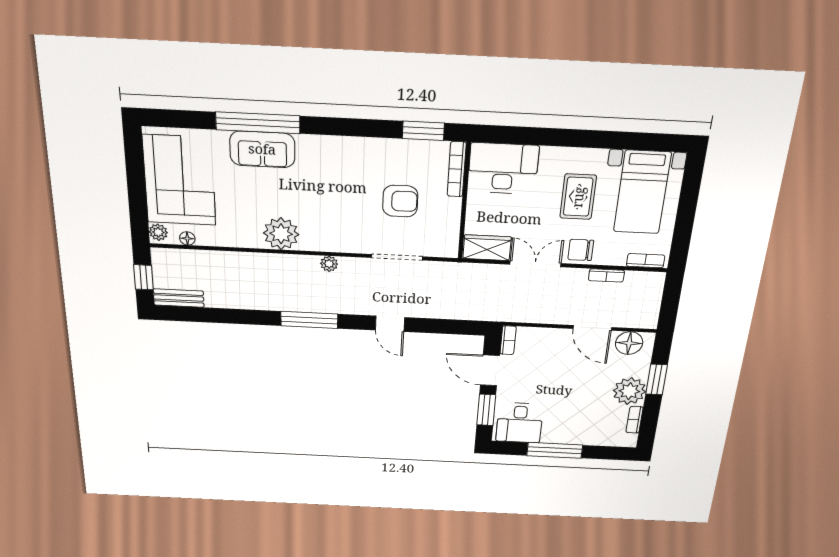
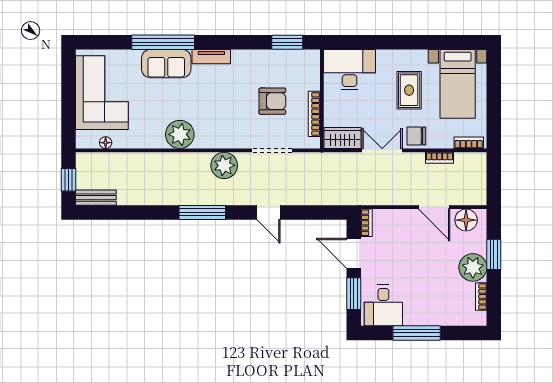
tv unit: (322, 144) -> (211, 57), added
bookcase: (457, 169) -> (314, 114), moved
plant: (158, 232) -> (83, 138), removed
plant: (329, 264) -> (224, 165), width x1.88, depth x1.88

